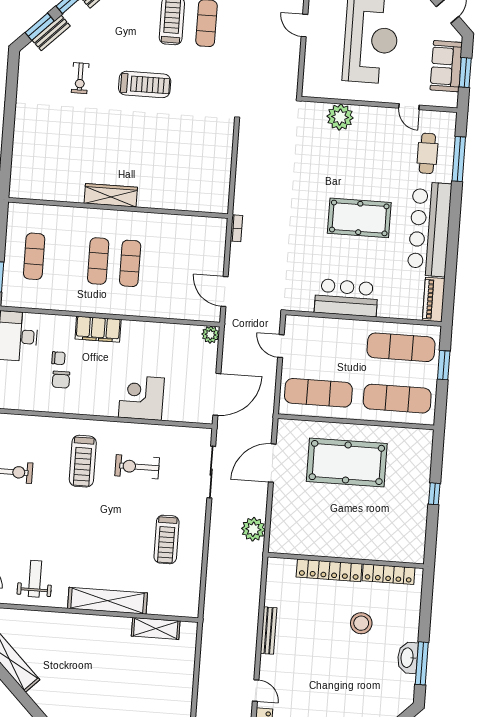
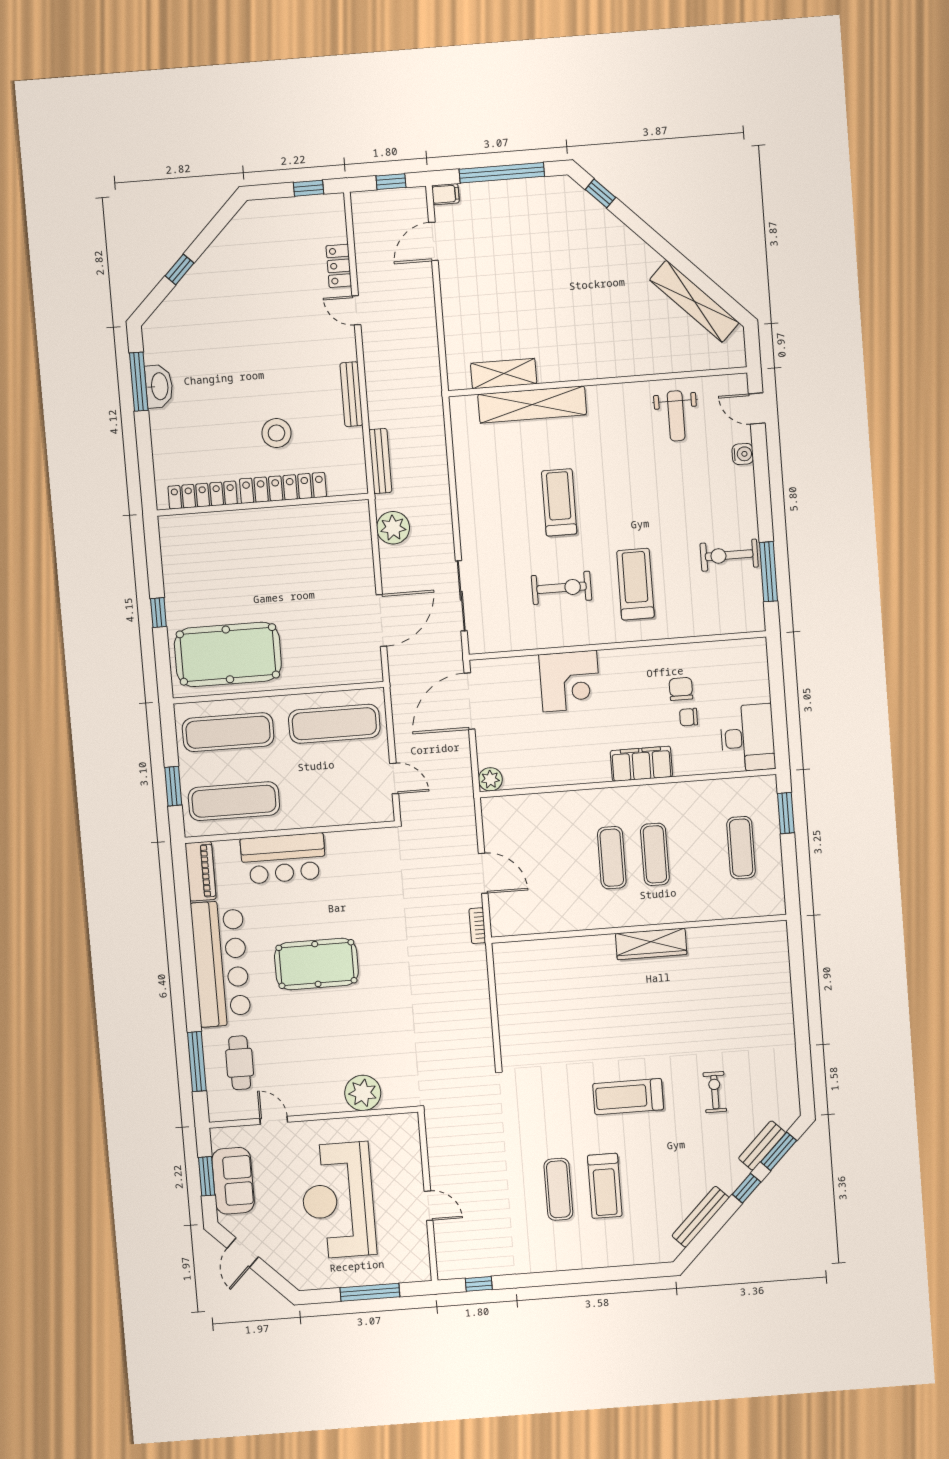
door: (224, 291) -> (483, 873), moved
bar counter: (346, 298) -> (283, 858), moved
pool table: (347, 462) -> (228, 654), moved
treadmill: (166, 539) -> (559, 502), moved
bench: (255, 579) -> (380, 461), added
shelving: (107, 601) -> (532, 405), moved
stool: (361, 623) -> (276, 433), moved

